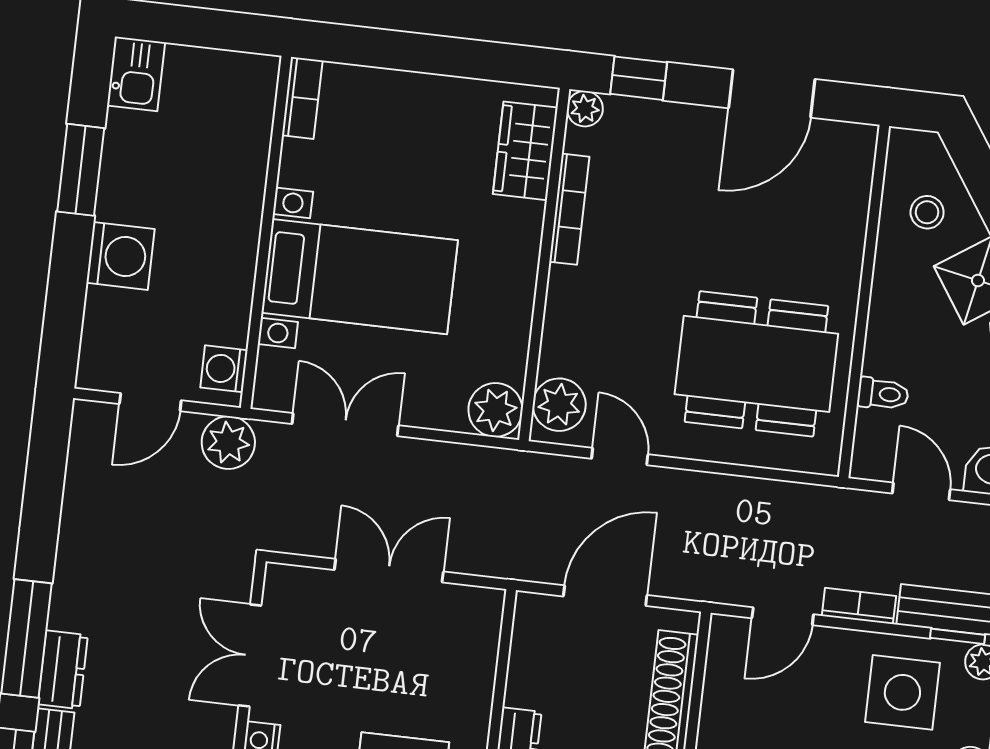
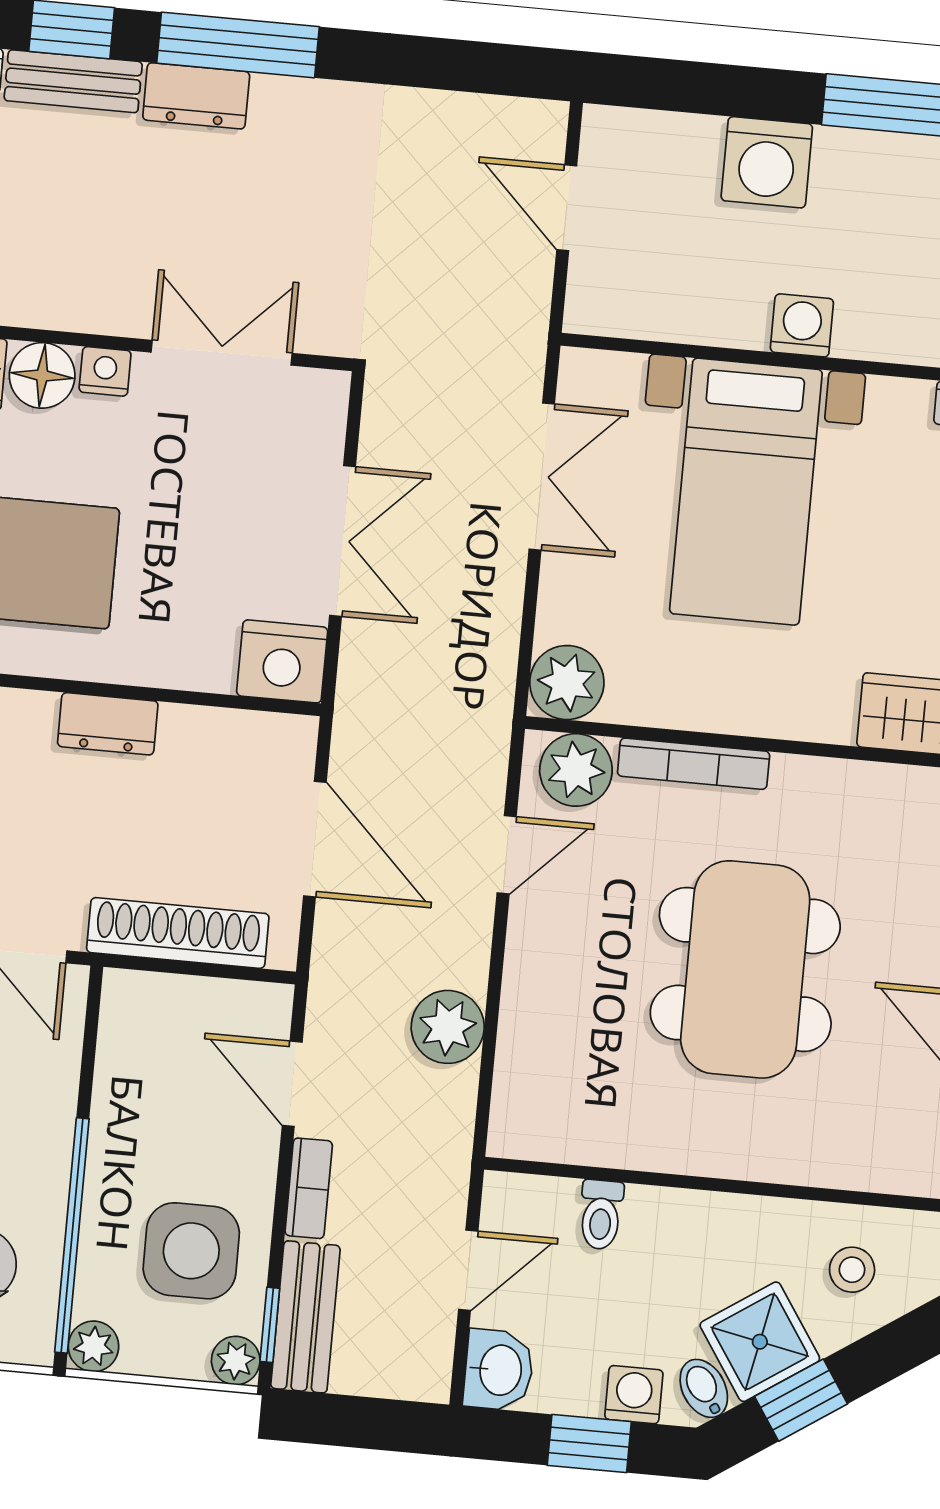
bookcase: (569, 209) -> (694, 764), moved
dining table: (756, 364) -> (745, 969), moved
washing machine: (224, 369) -> (802, 325), moved
plant: (228, 443) -> (448, 1027), moved
nightstand: (475, 617) -> (282, 661), added

